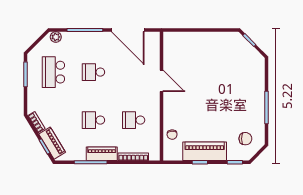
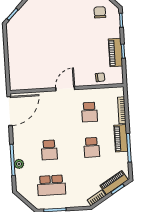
door: (128, 30) -> (10, 111), moved
plant: (56, 37) -> (19, 164), moved
door: (162, 81) -> (65, 89), moved
piano: (205, 151) -> (115, 53), width x0.73, depth x0.75

